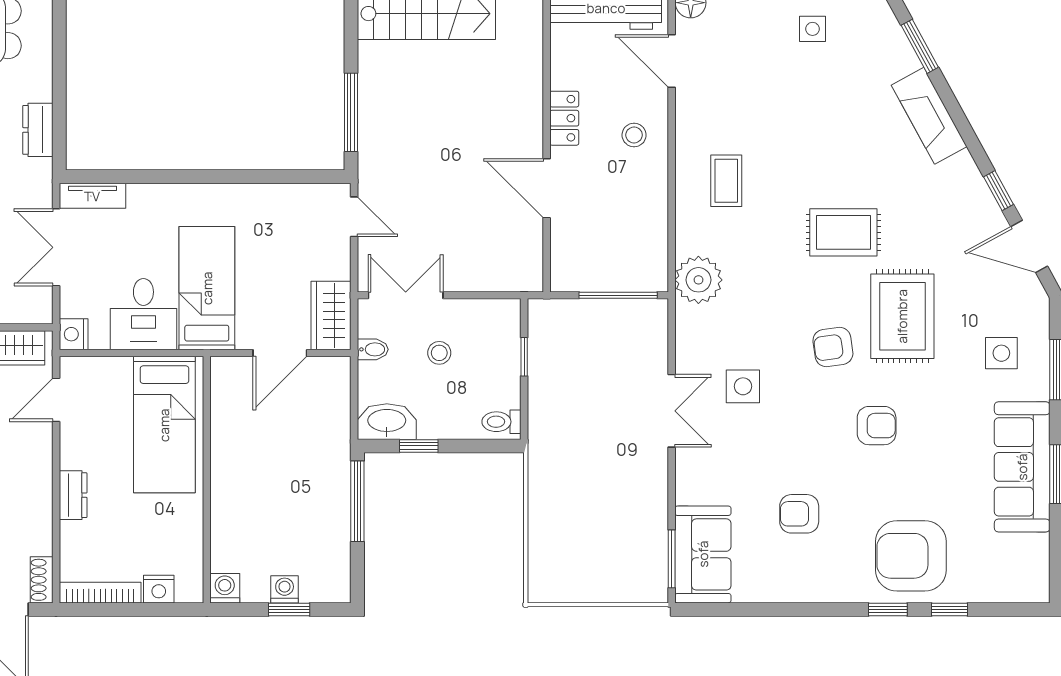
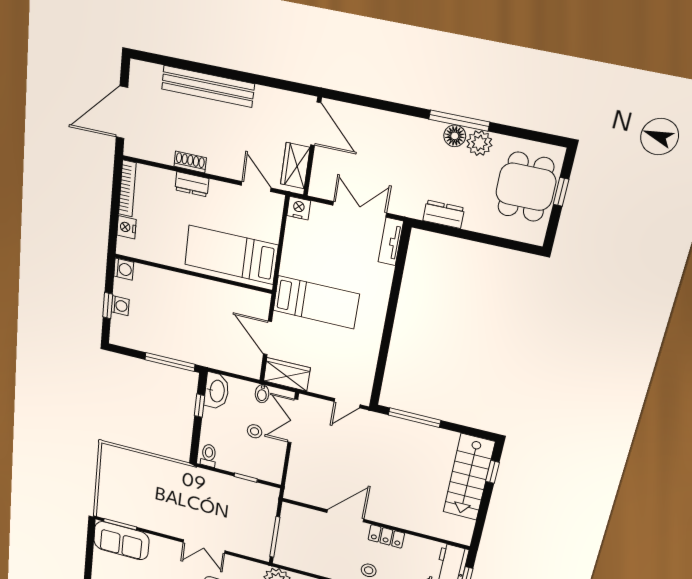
double door: (406, 295) -> (293, 421), swing flipped
desk: (143, 314) -> (305, 258), removed
shoe rack: (42, 580) -> (190, 162), moved

